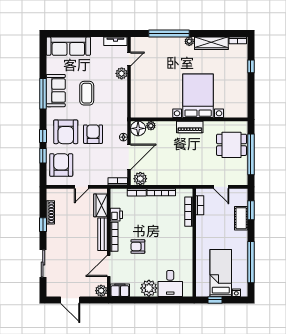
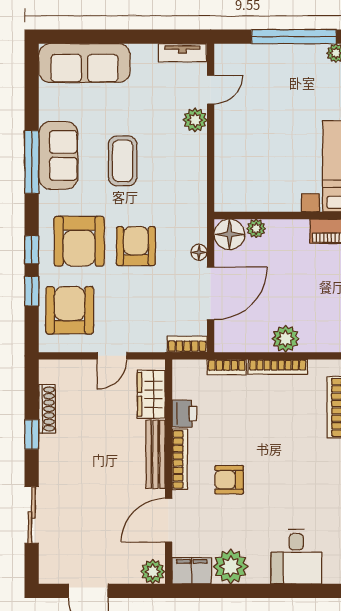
plant: (140, 179) -> (286, 339), moved
plant: (149, 288) -> (231, 566), moved

